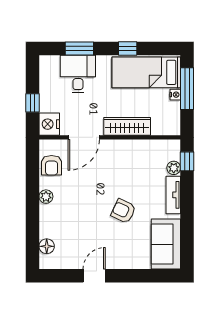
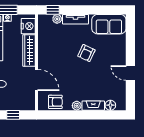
nightstand: (49, 124) -> (28, 26), moved, turned -90
fireplace: (46, 221) -> (93, 106), added

